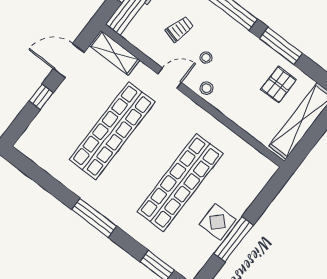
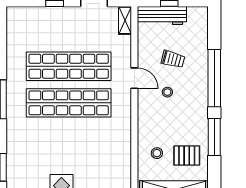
shelving: (114, 53) -> (125, 20), width x0.67, depth x0.75
stool: (206, 88) -> (157, 153), moved
shop shelf: (180, 183) -> (69, 103), moved

